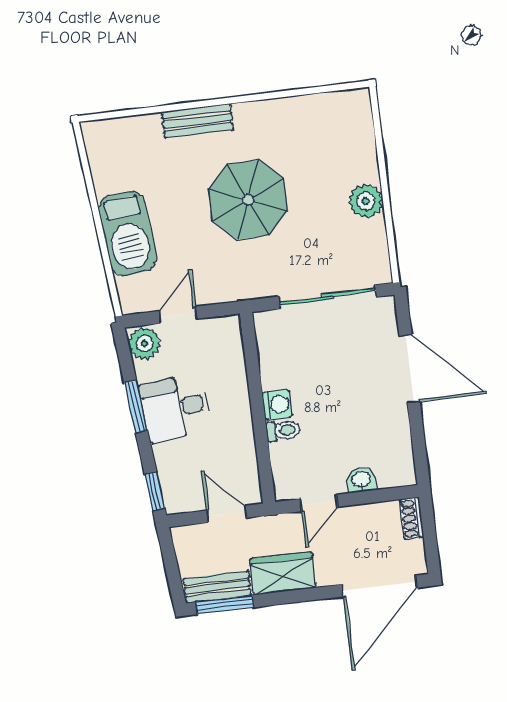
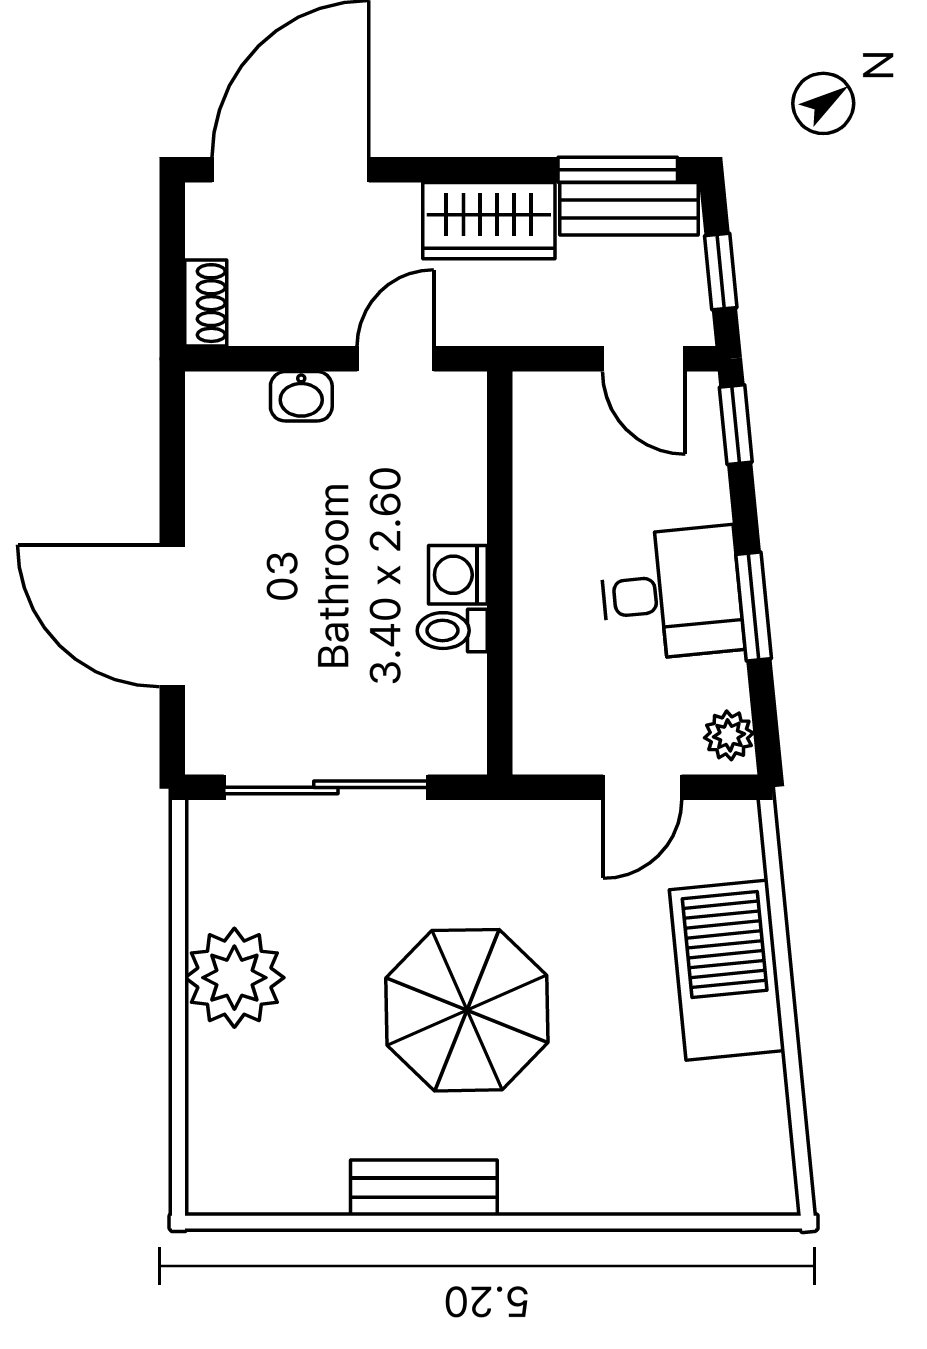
bench: (197, 121) -> (424, 1188), moved
plant: (366, 201) -> (234, 978), width x1.36, depth x1.36
plant: (144, 343) -> (729, 735), width x0.73, depth x0.73
toilet: (283, 431) -> (452, 631), moved
door: (226, 514) -> (644, 359), moved
window: (171, 563) -> (721, 272), added

